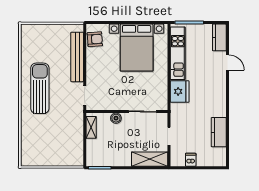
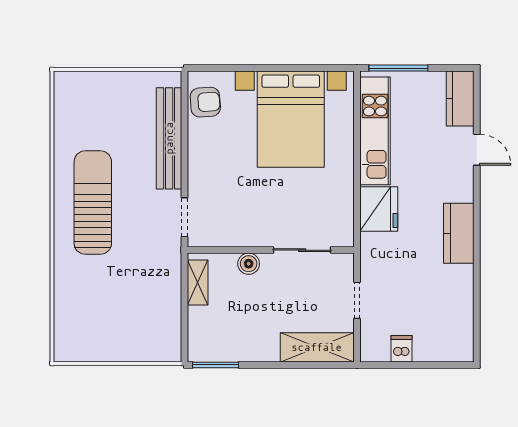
kitchen counter: (219, 132) -> (459, 233), moved

